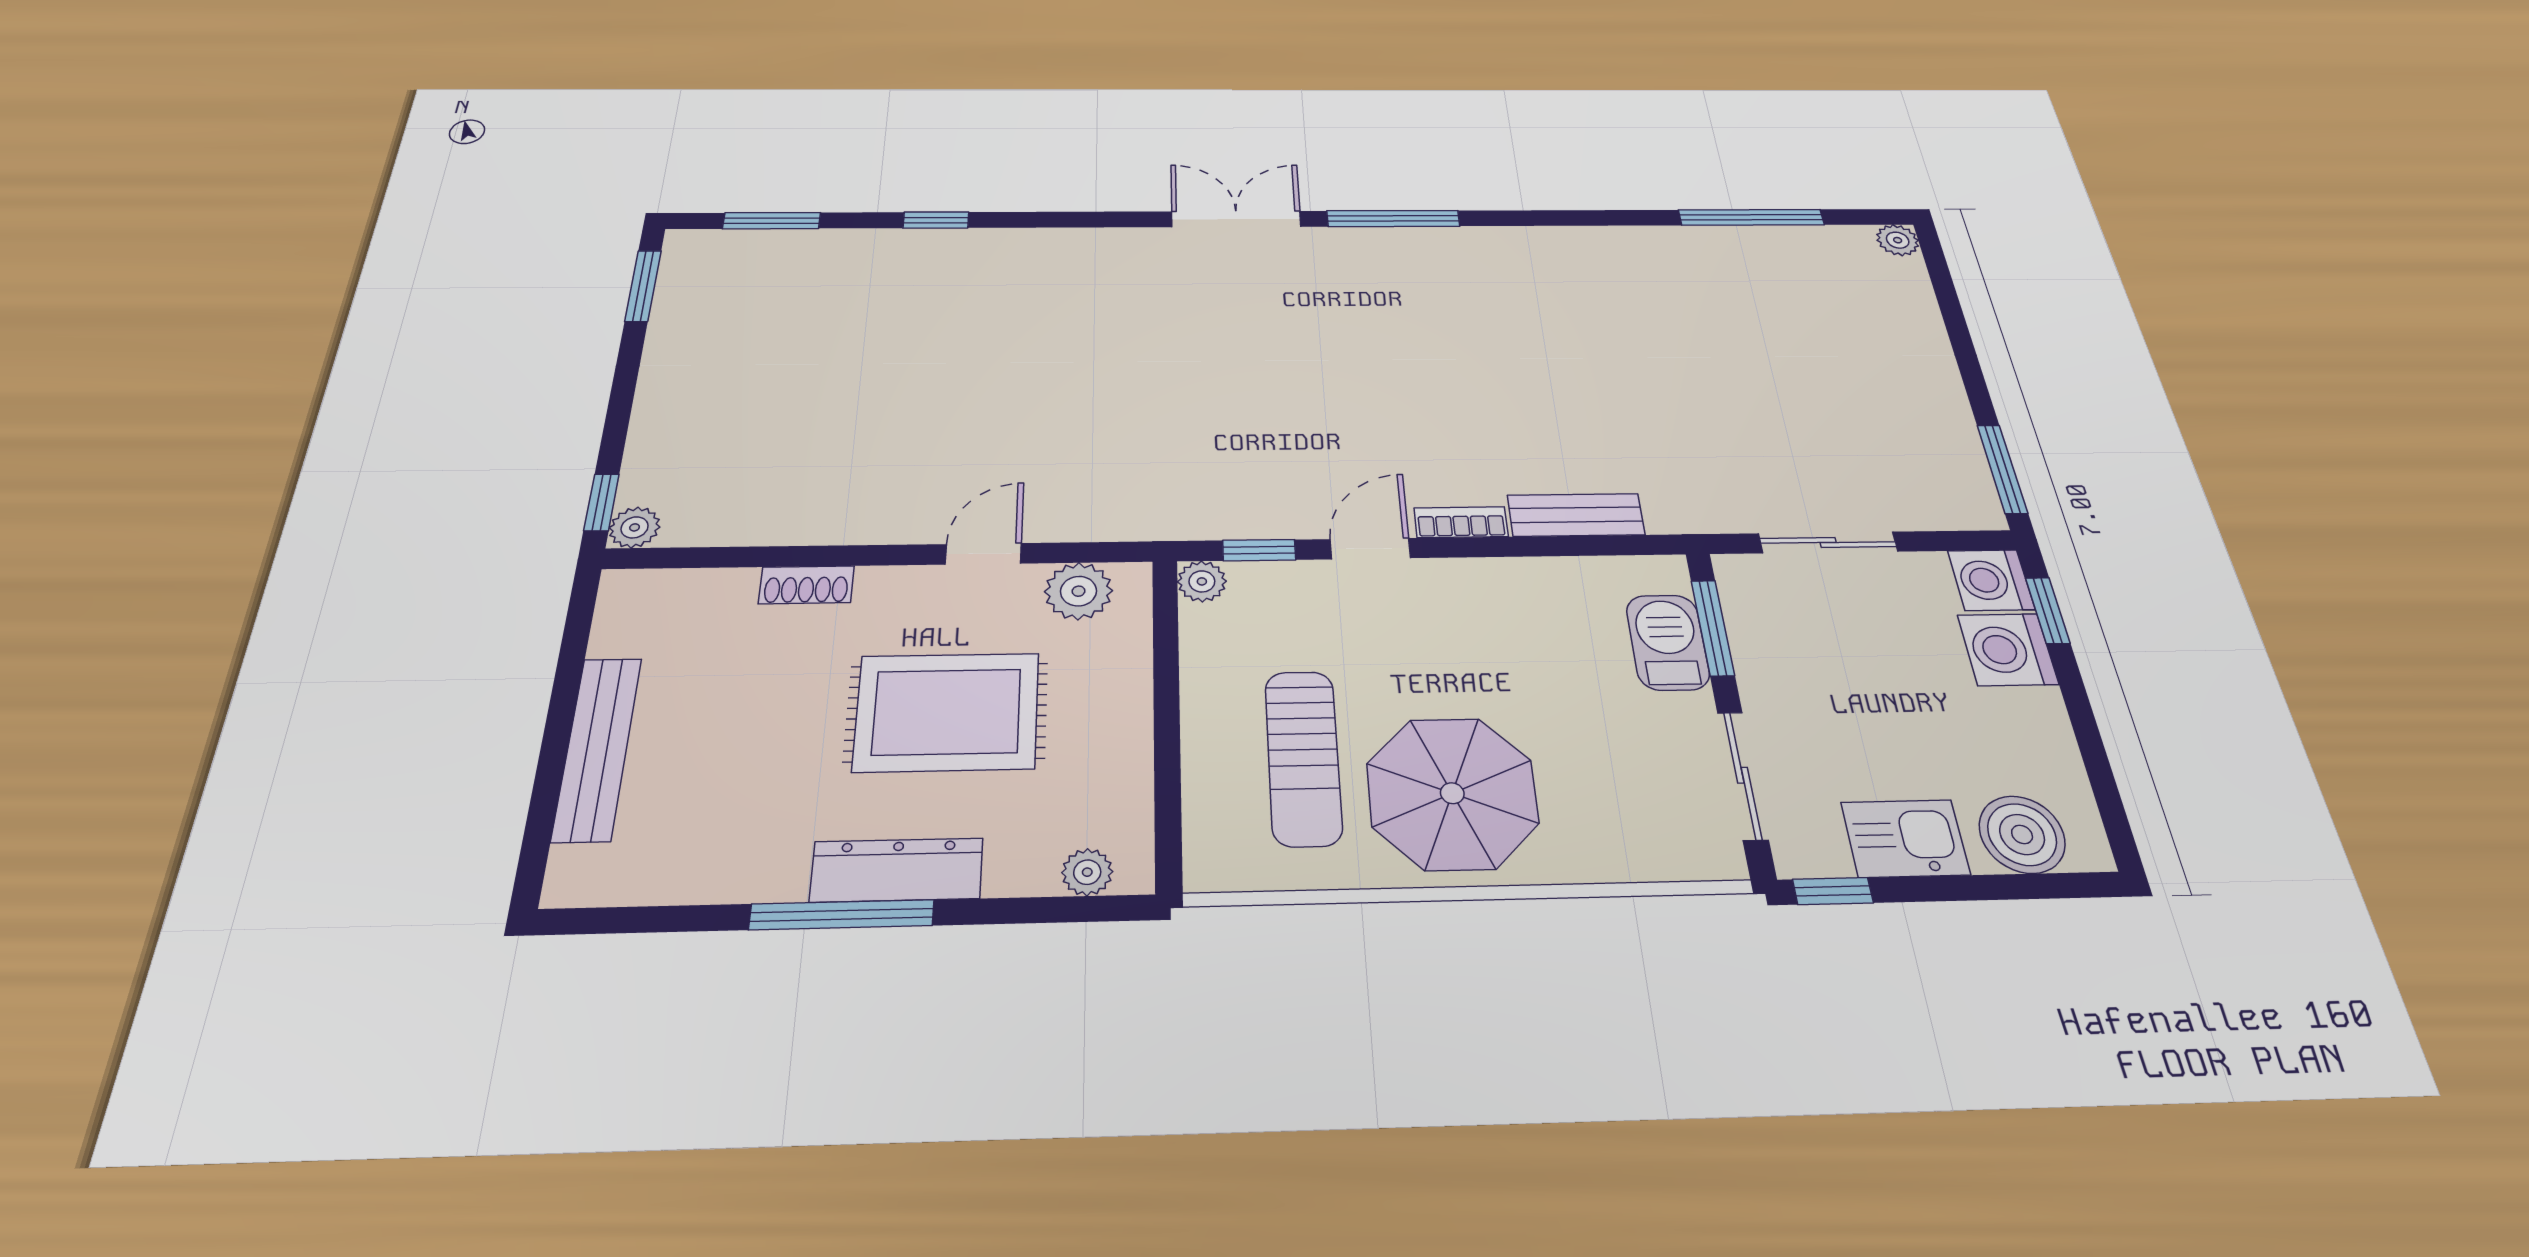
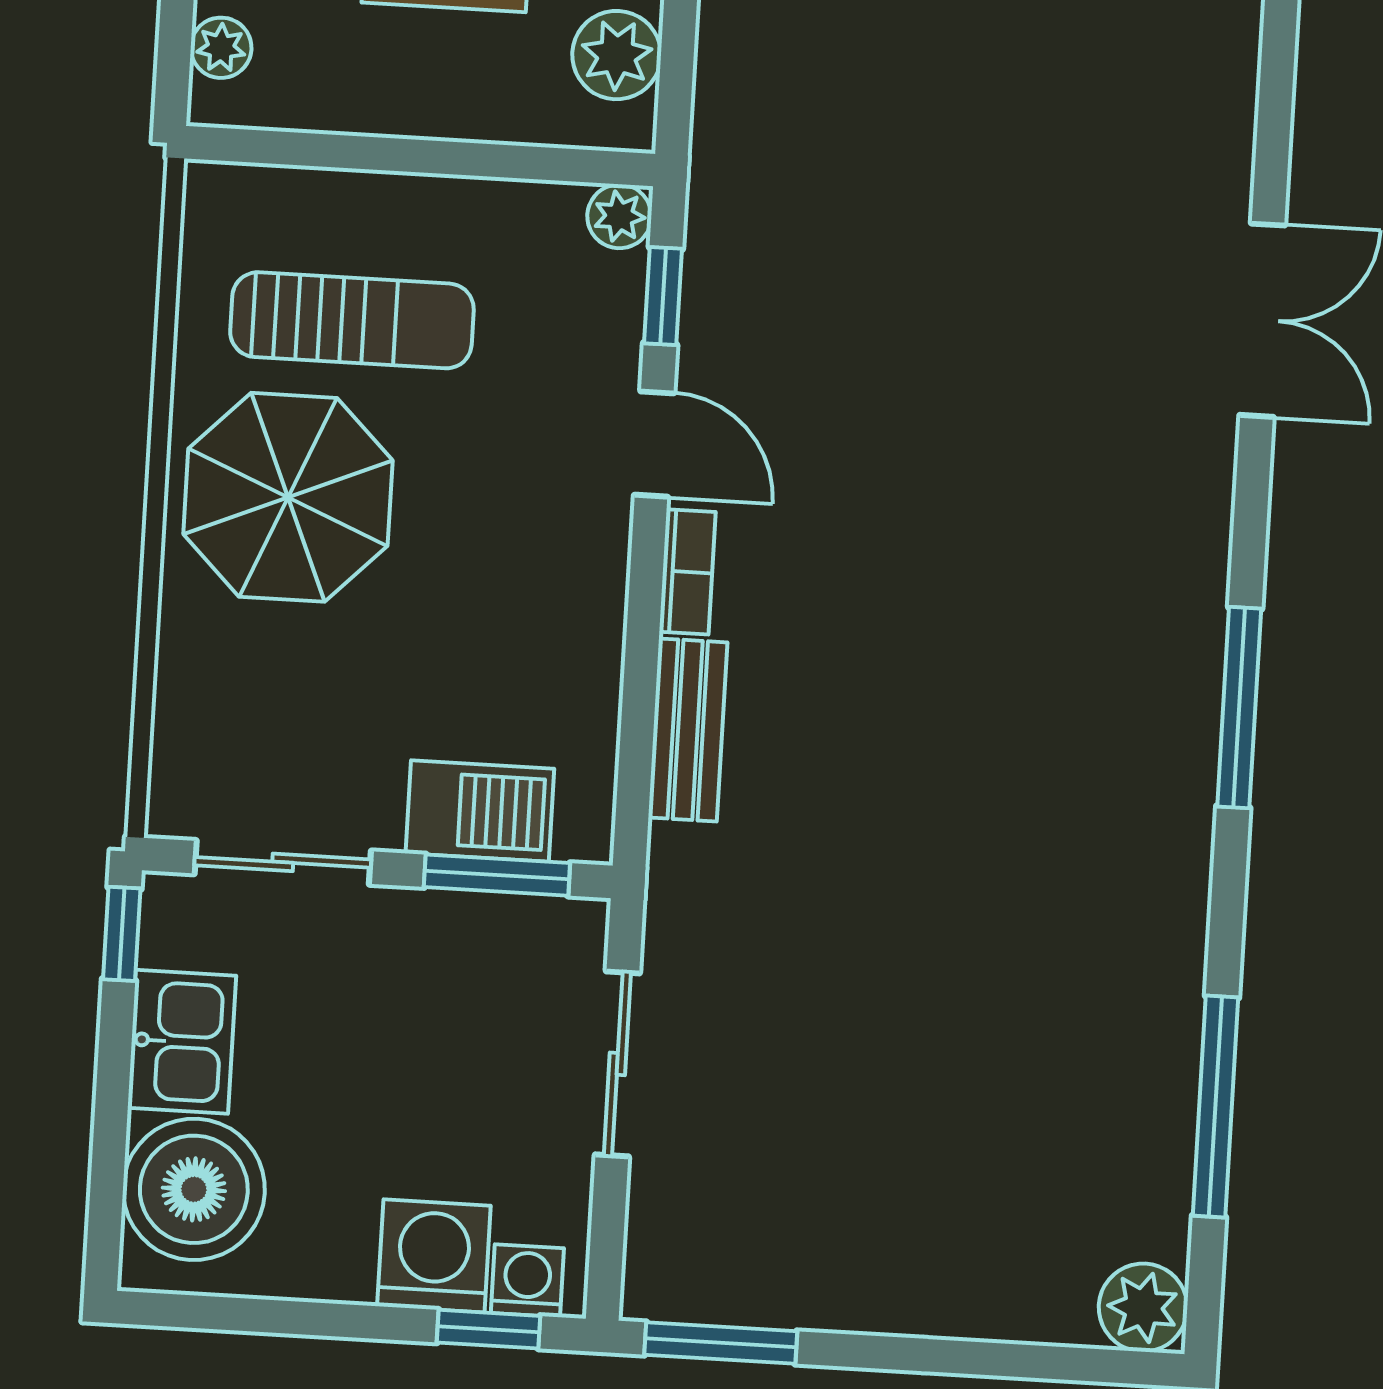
window: (1393, 219) -> (1239, 708), moved
plant: (1898, 240) -> (1143, 1308), width x1.38, depth x1.38
washing machine: (1991, 580) -> (527, 1281), width x0.73, depth x0.73
sun lounger: (1303, 757) -> (352, 320), turned 180
boiler: (2022, 834) -> (194, 1189), width x1.37, depth x1.37

